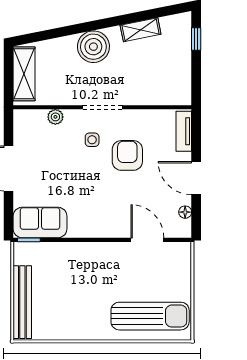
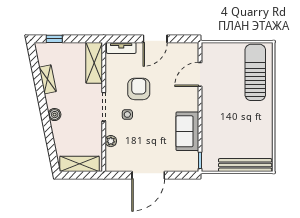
boiler: (93, 47) -> (55, 115), width x0.54, depth x0.54
shelving: (163, 94) -> (94, 63), added
armchair: (127, 155) -> (139, 89), turned 90
floor lamp: (185, 212) -> (180, 47), removed
sofa: (40, 223) -> (187, 131), moved

